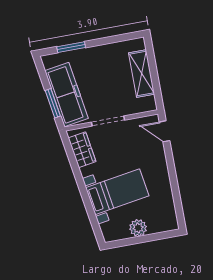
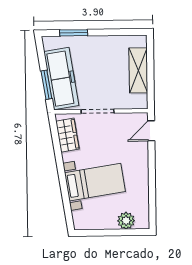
door: (165, 131) -> (151, 131), hinge flipped
plant: (138, 228) -> (126, 221), moved

